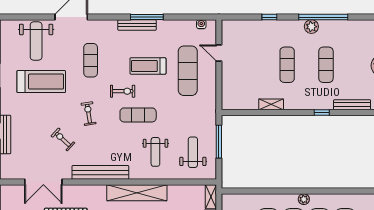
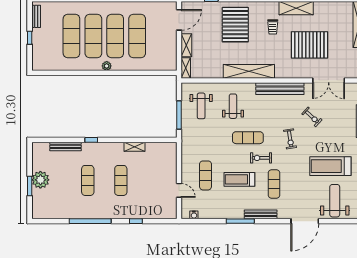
bench: (137, 25) -> (261, 214), moved
plant: (311, 27) -> (100, 213), removed
exercise mat: (91, 60) -> (274, 184), moved
treadmill: (148, 66) -> (239, 179), turned 180
exercise mat: (188, 71) -> (205, 175), width x0.73, depth x0.69
double door: (43, 182) -> (329, 80), swing flipped

